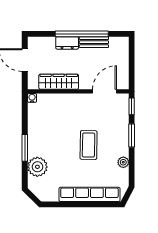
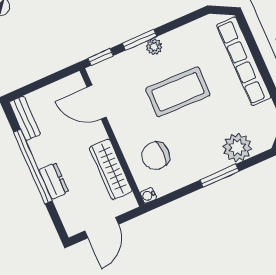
bench: (94, 42) -> (25, 118), moved
chair: (55, 113) -> (156, 156), added
coffee table: (89, 145) -> (178, 92), width x1.36, depth x1.32
plant: (123, 162) -> (154, 47), moved

